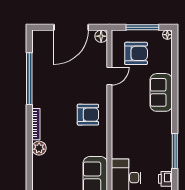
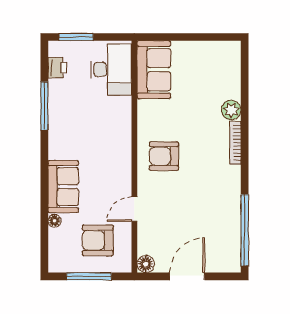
door: (71, 27) -> (187, 276), width x0.73
floor lamp: (167, 35) -> (55, 221), moved
window: (29, 79) -> (245, 230), moved

